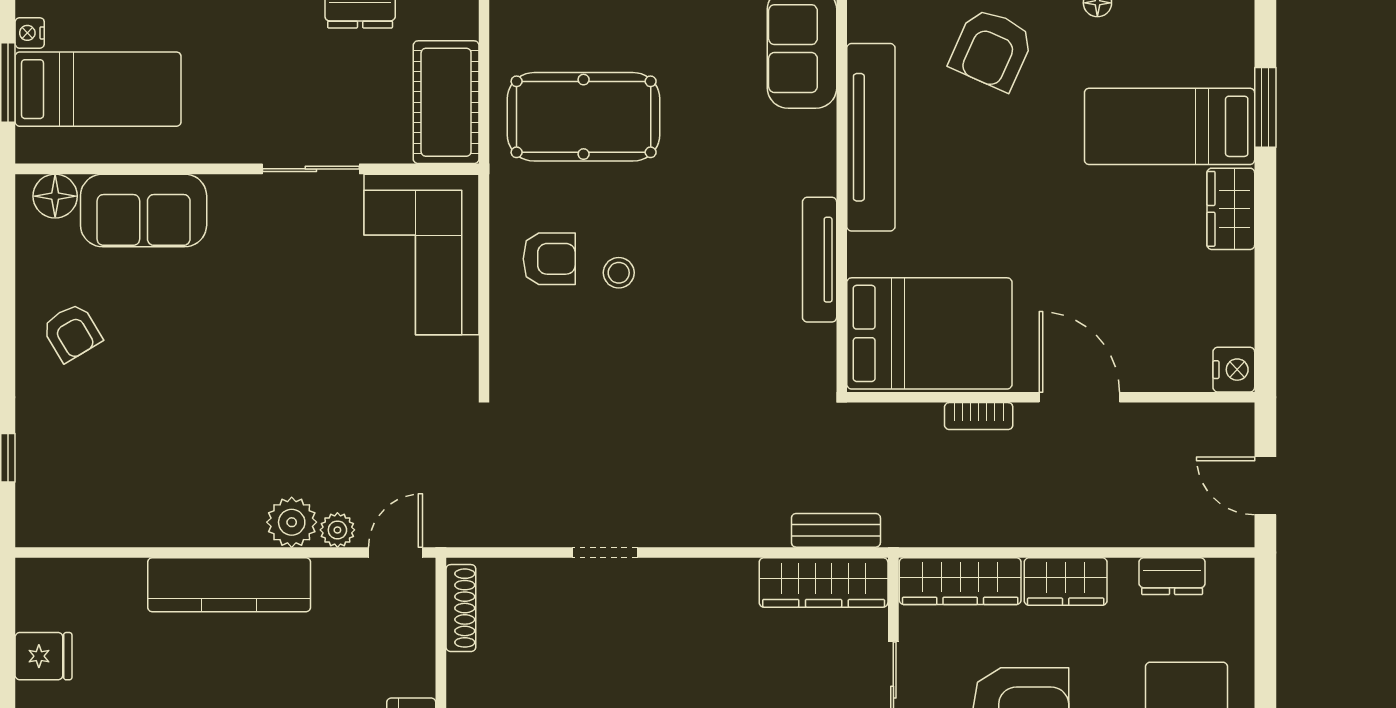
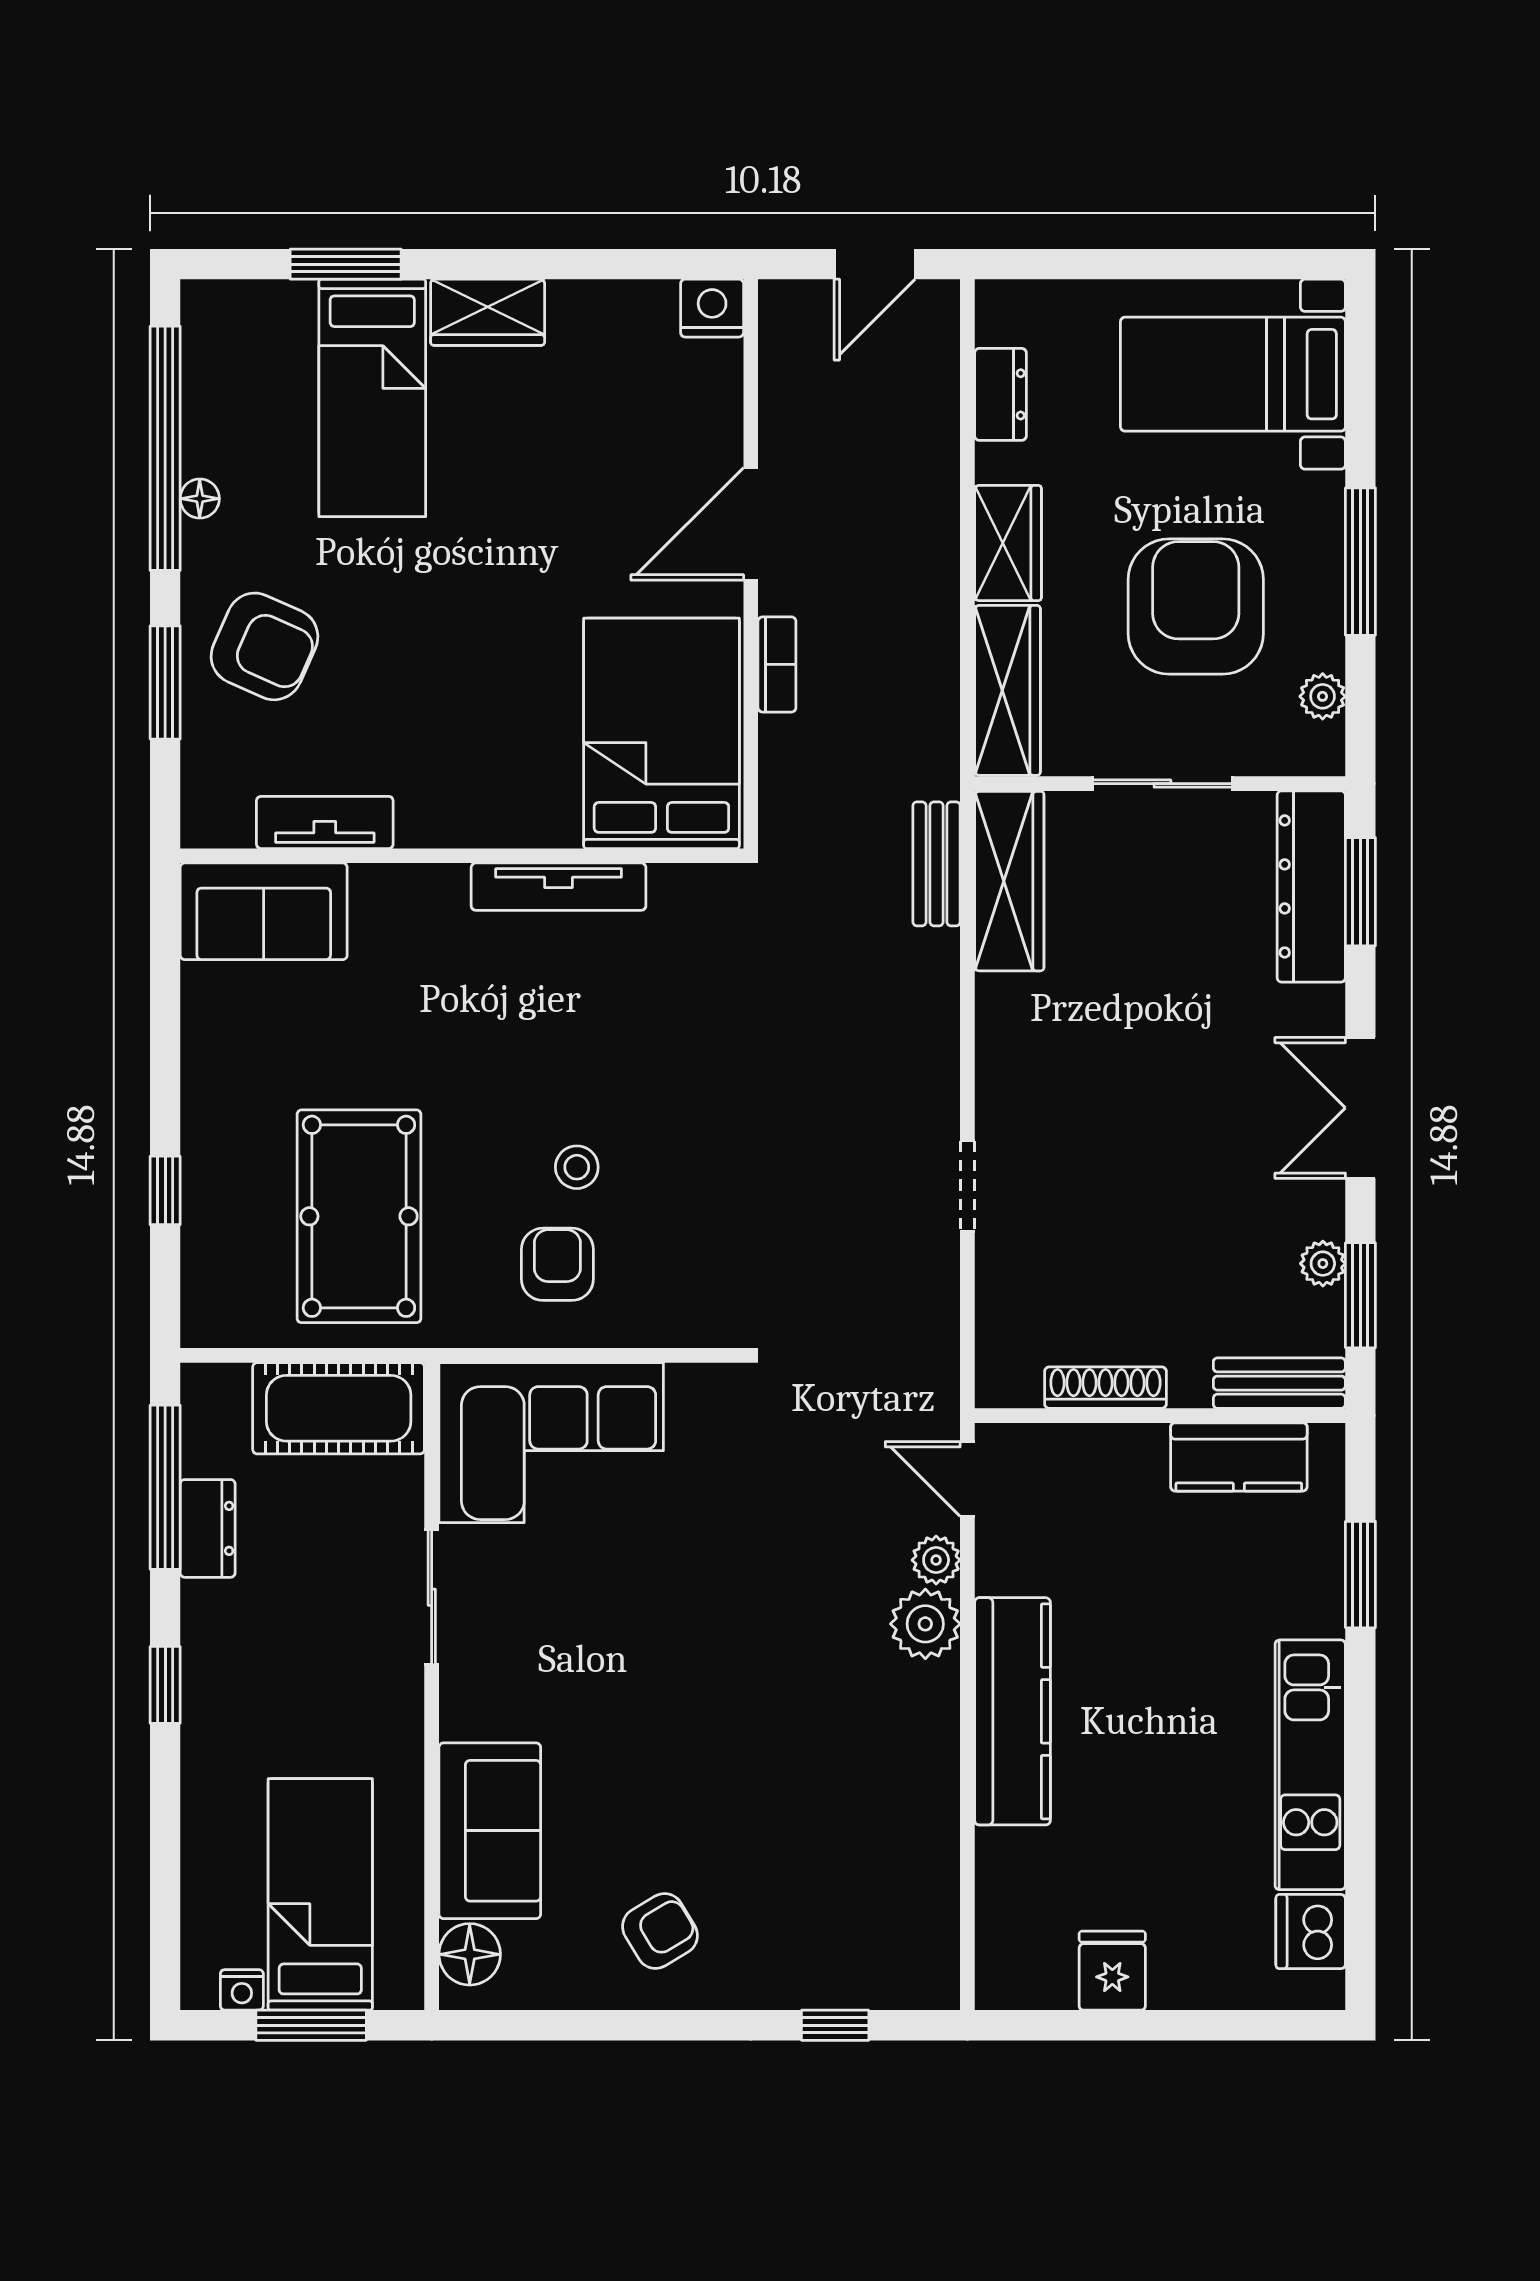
tv unit: (871, 137) -> (325, 822), width x0.52, depth x0.78
shoe rack: (461, 608) -> (1105, 1388), moved

